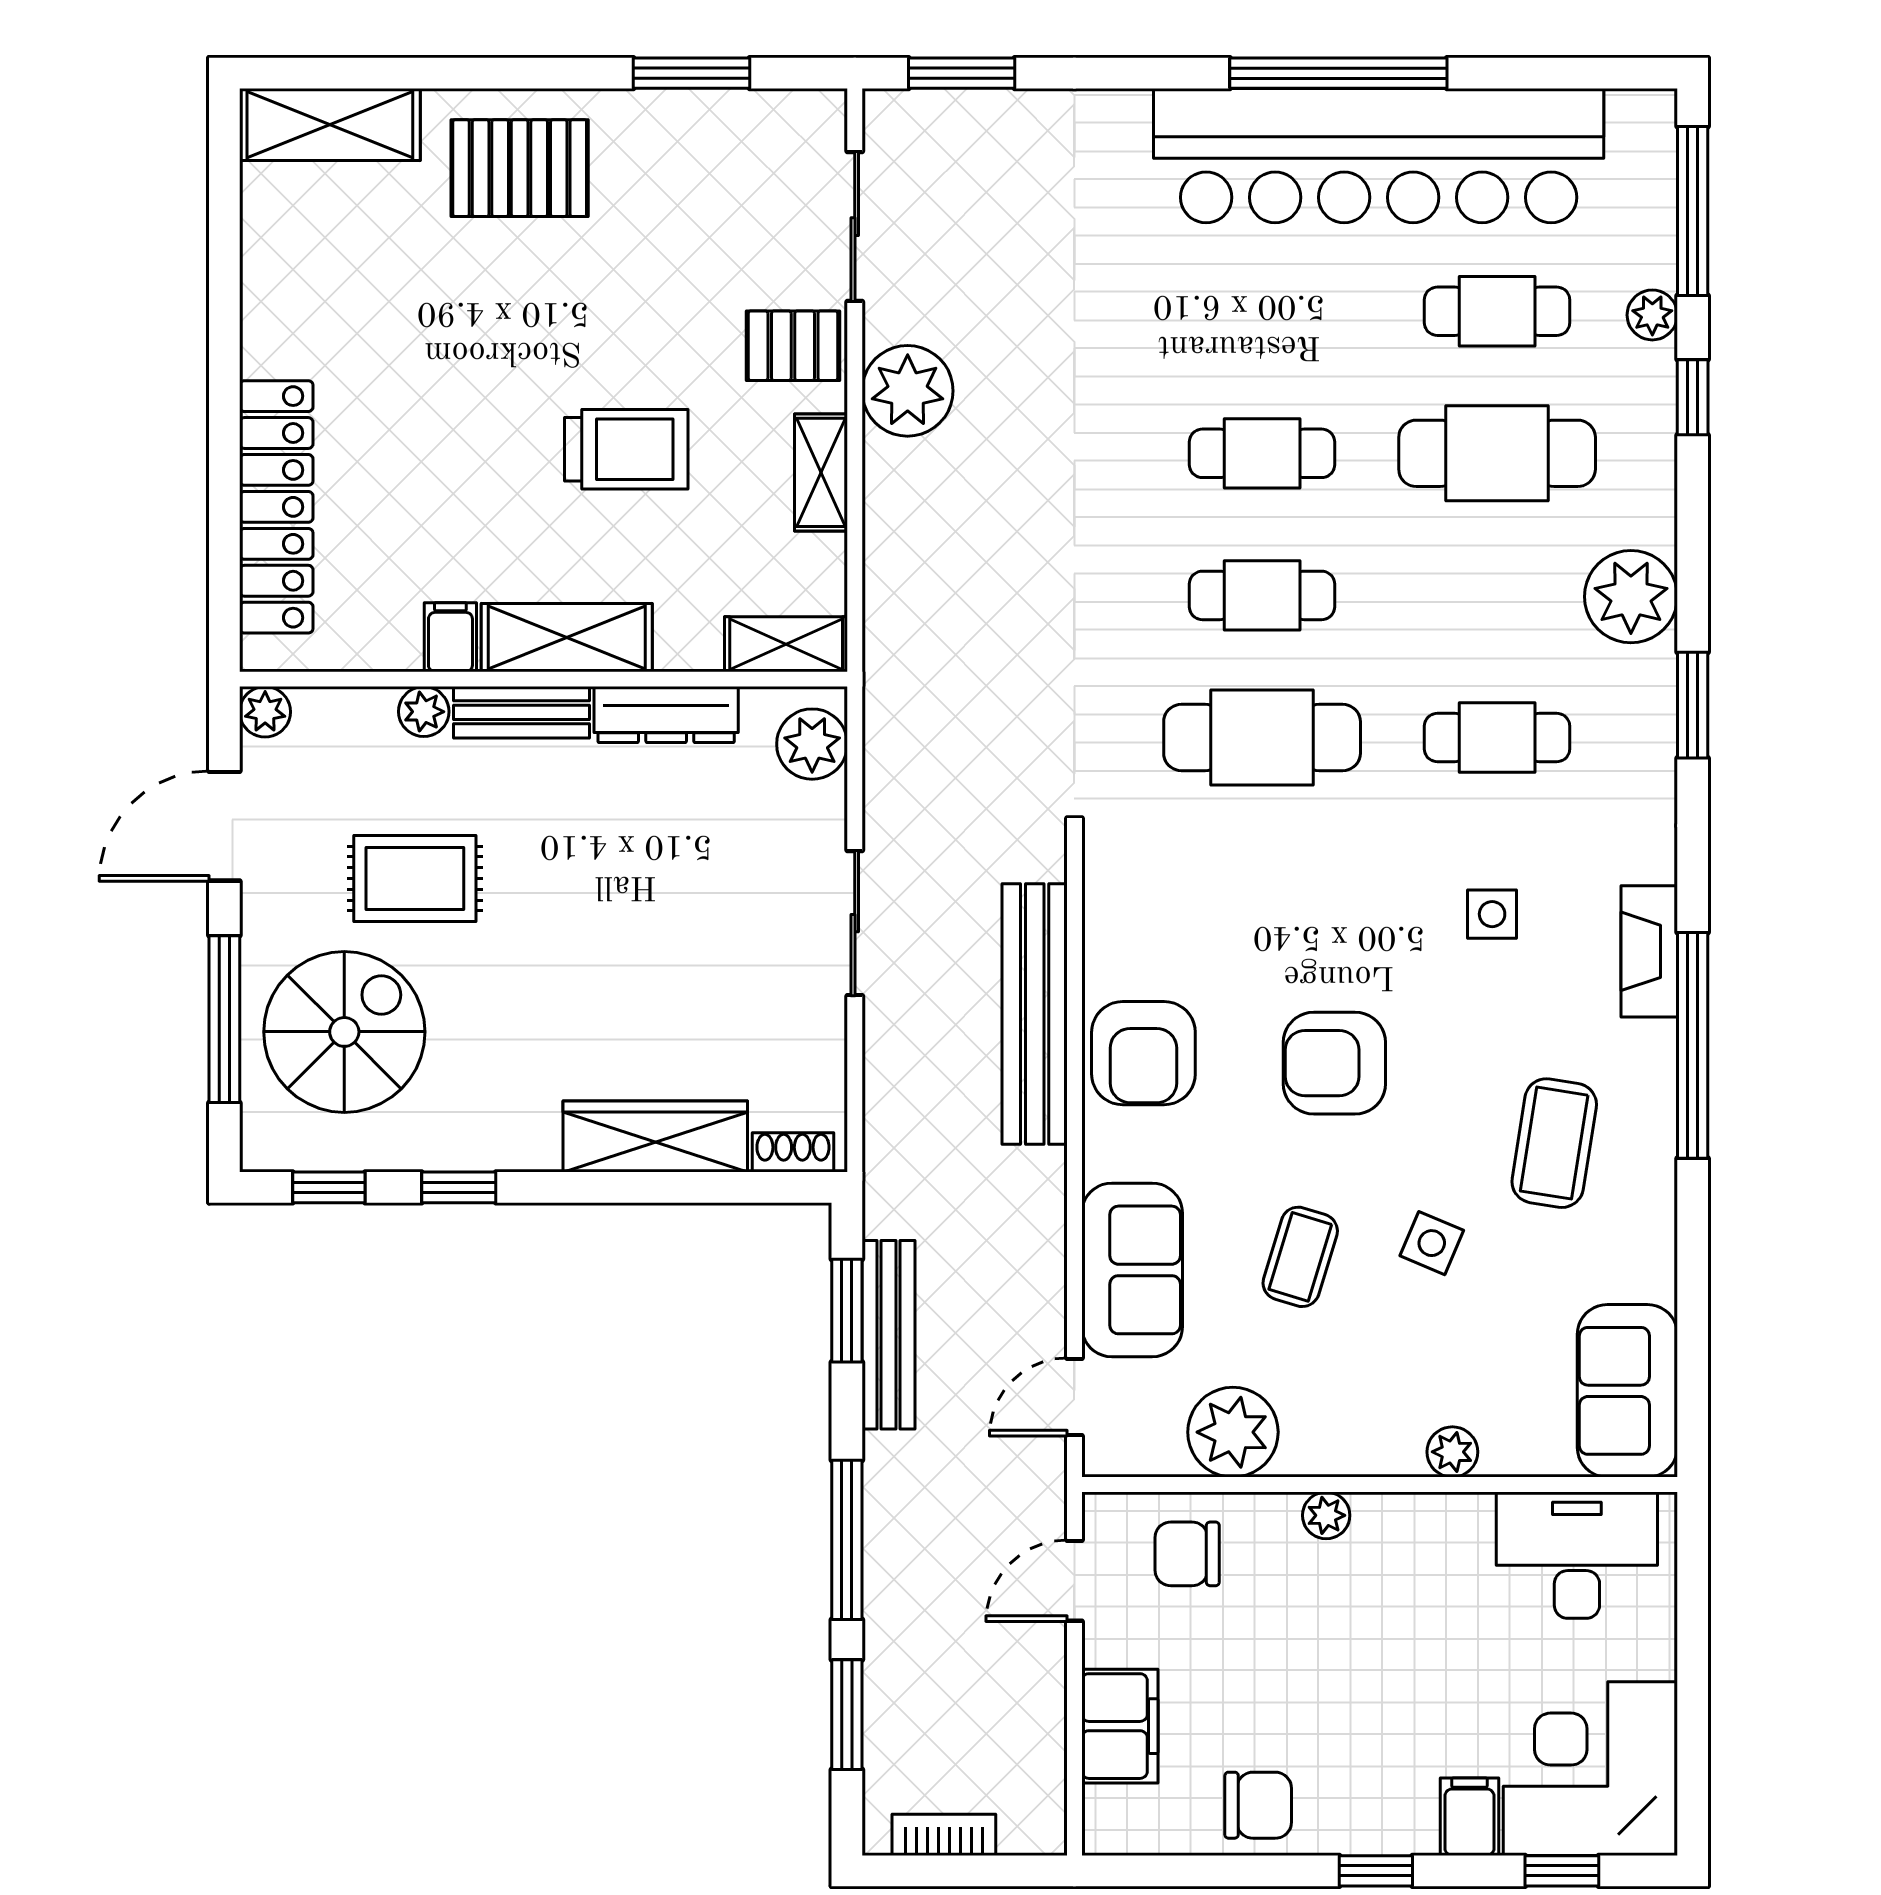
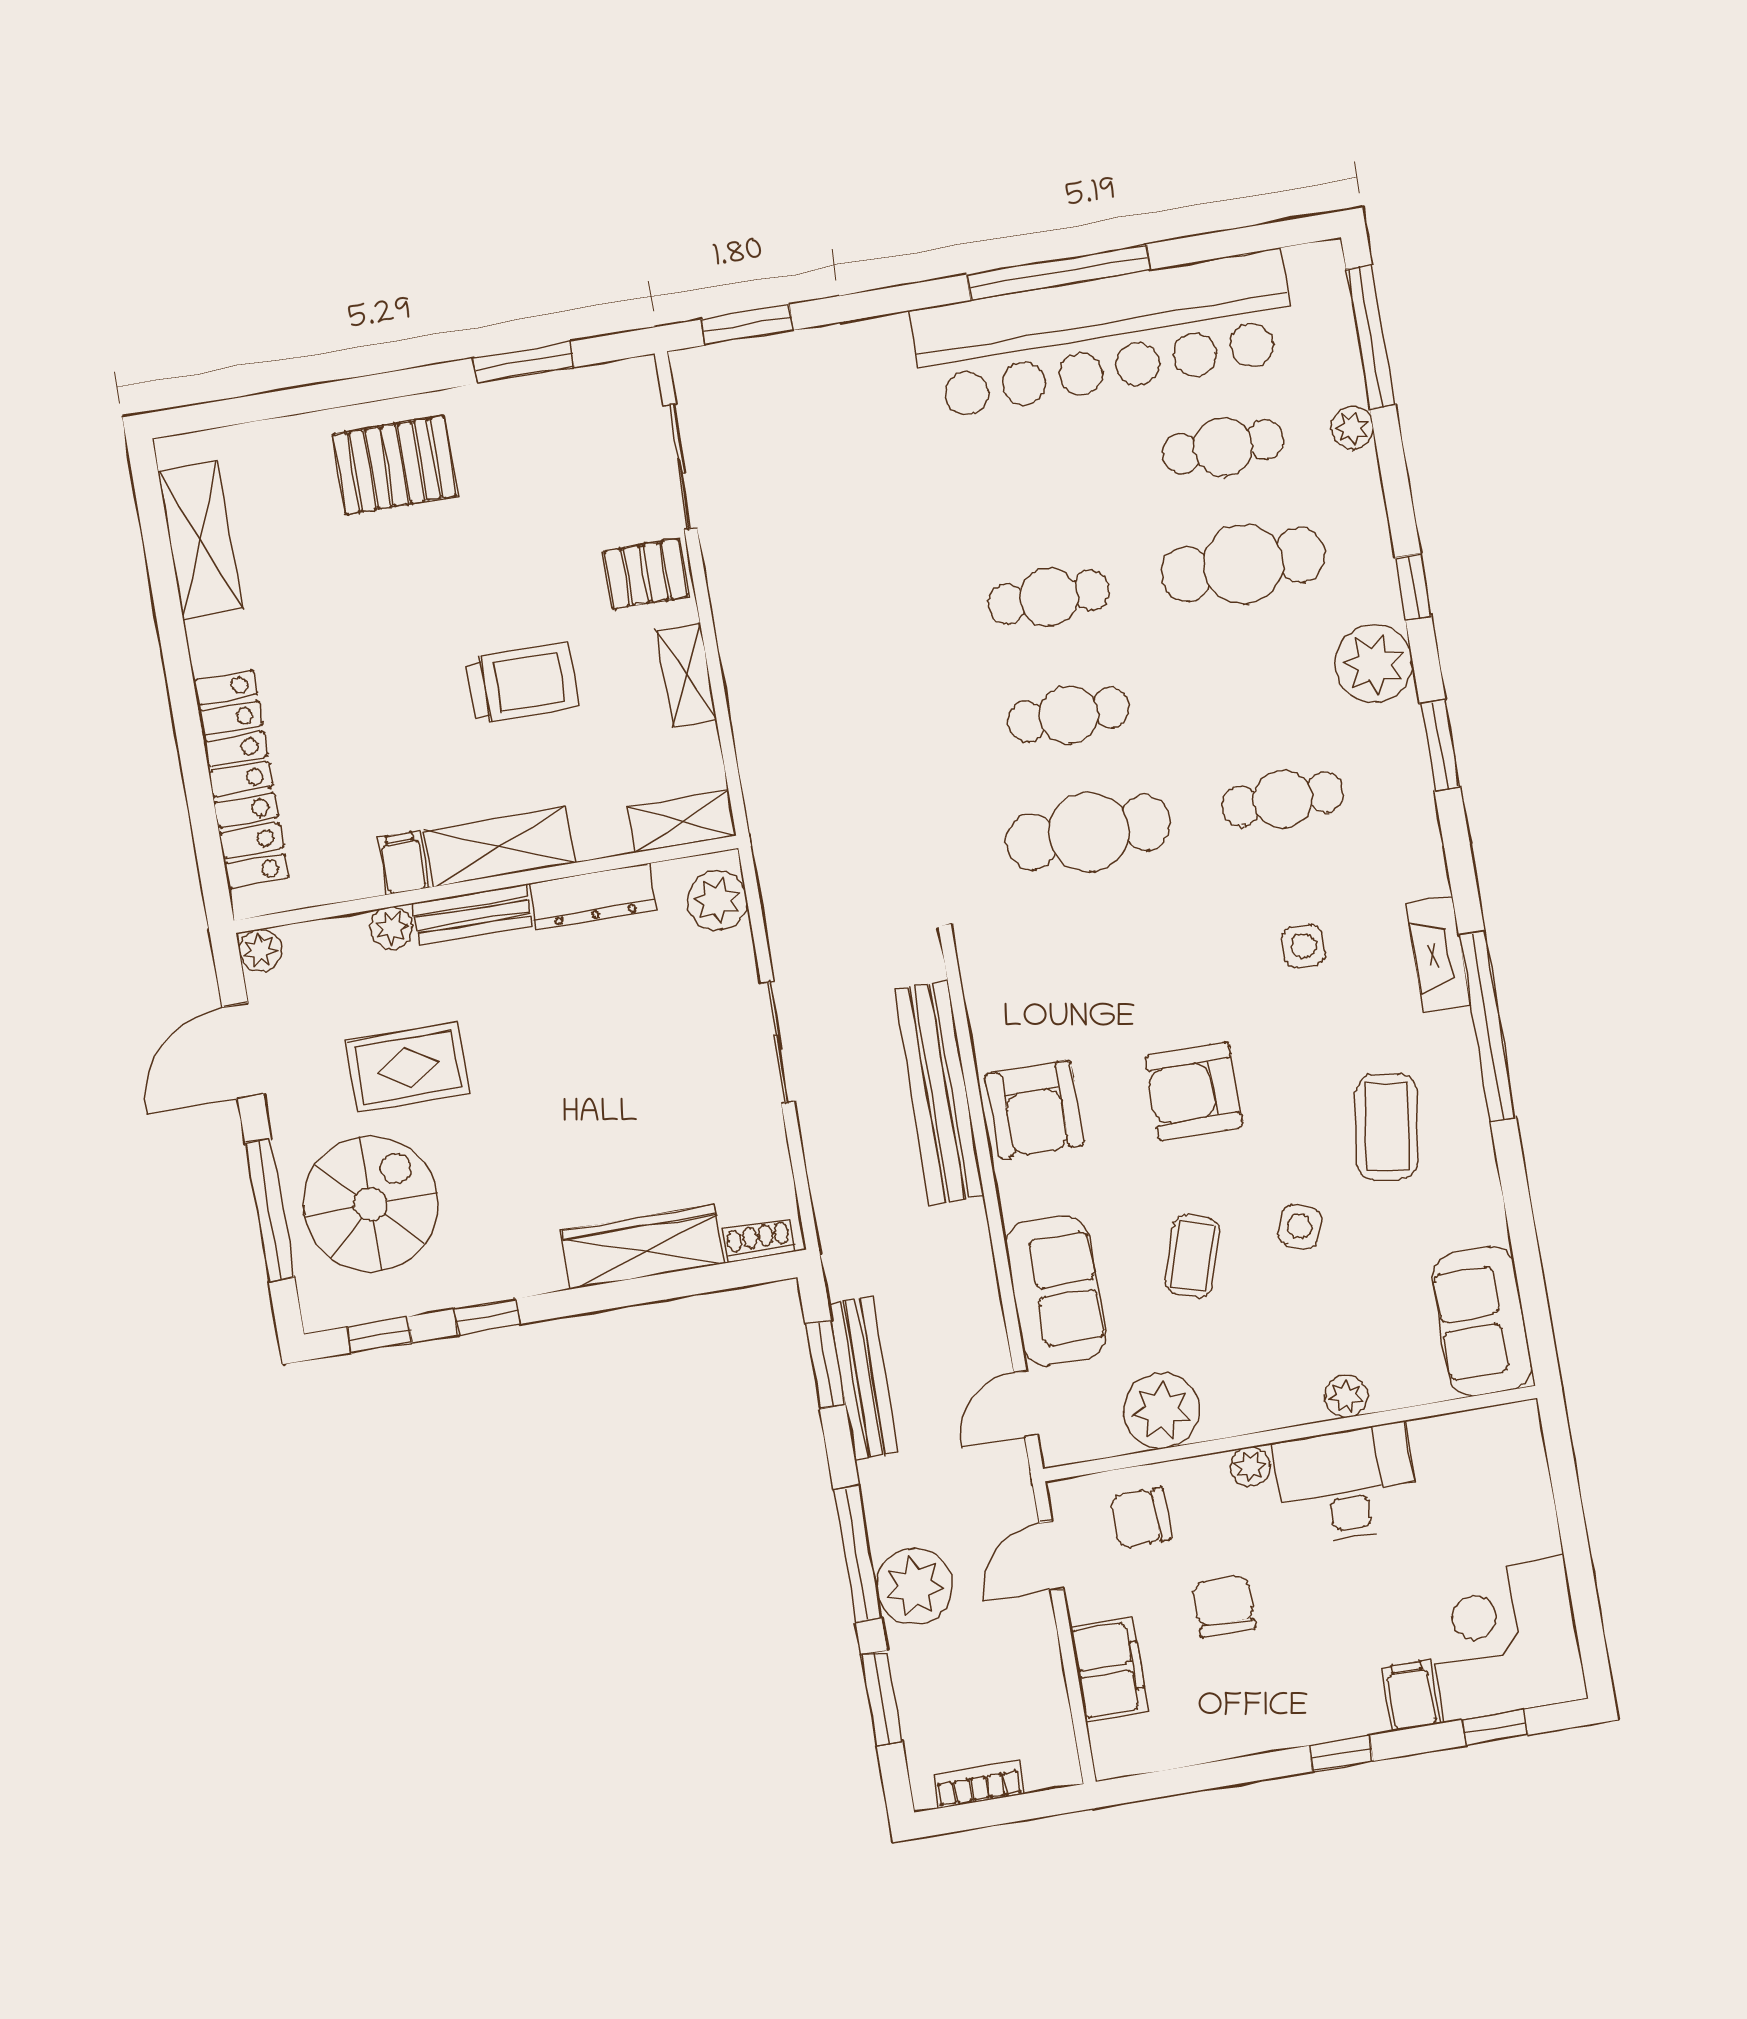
shelving: (330, 125) -> (200, 540), moved, turned 90
plant: (908, 391) -> (914, 1586), moved
window: (1693, 397) -> (1413, 587), moved
desk: (1577, 1555) -> (1346, 1484), moved
chair: (1258, 1805) -> (1224, 1606), moved, turned -90

